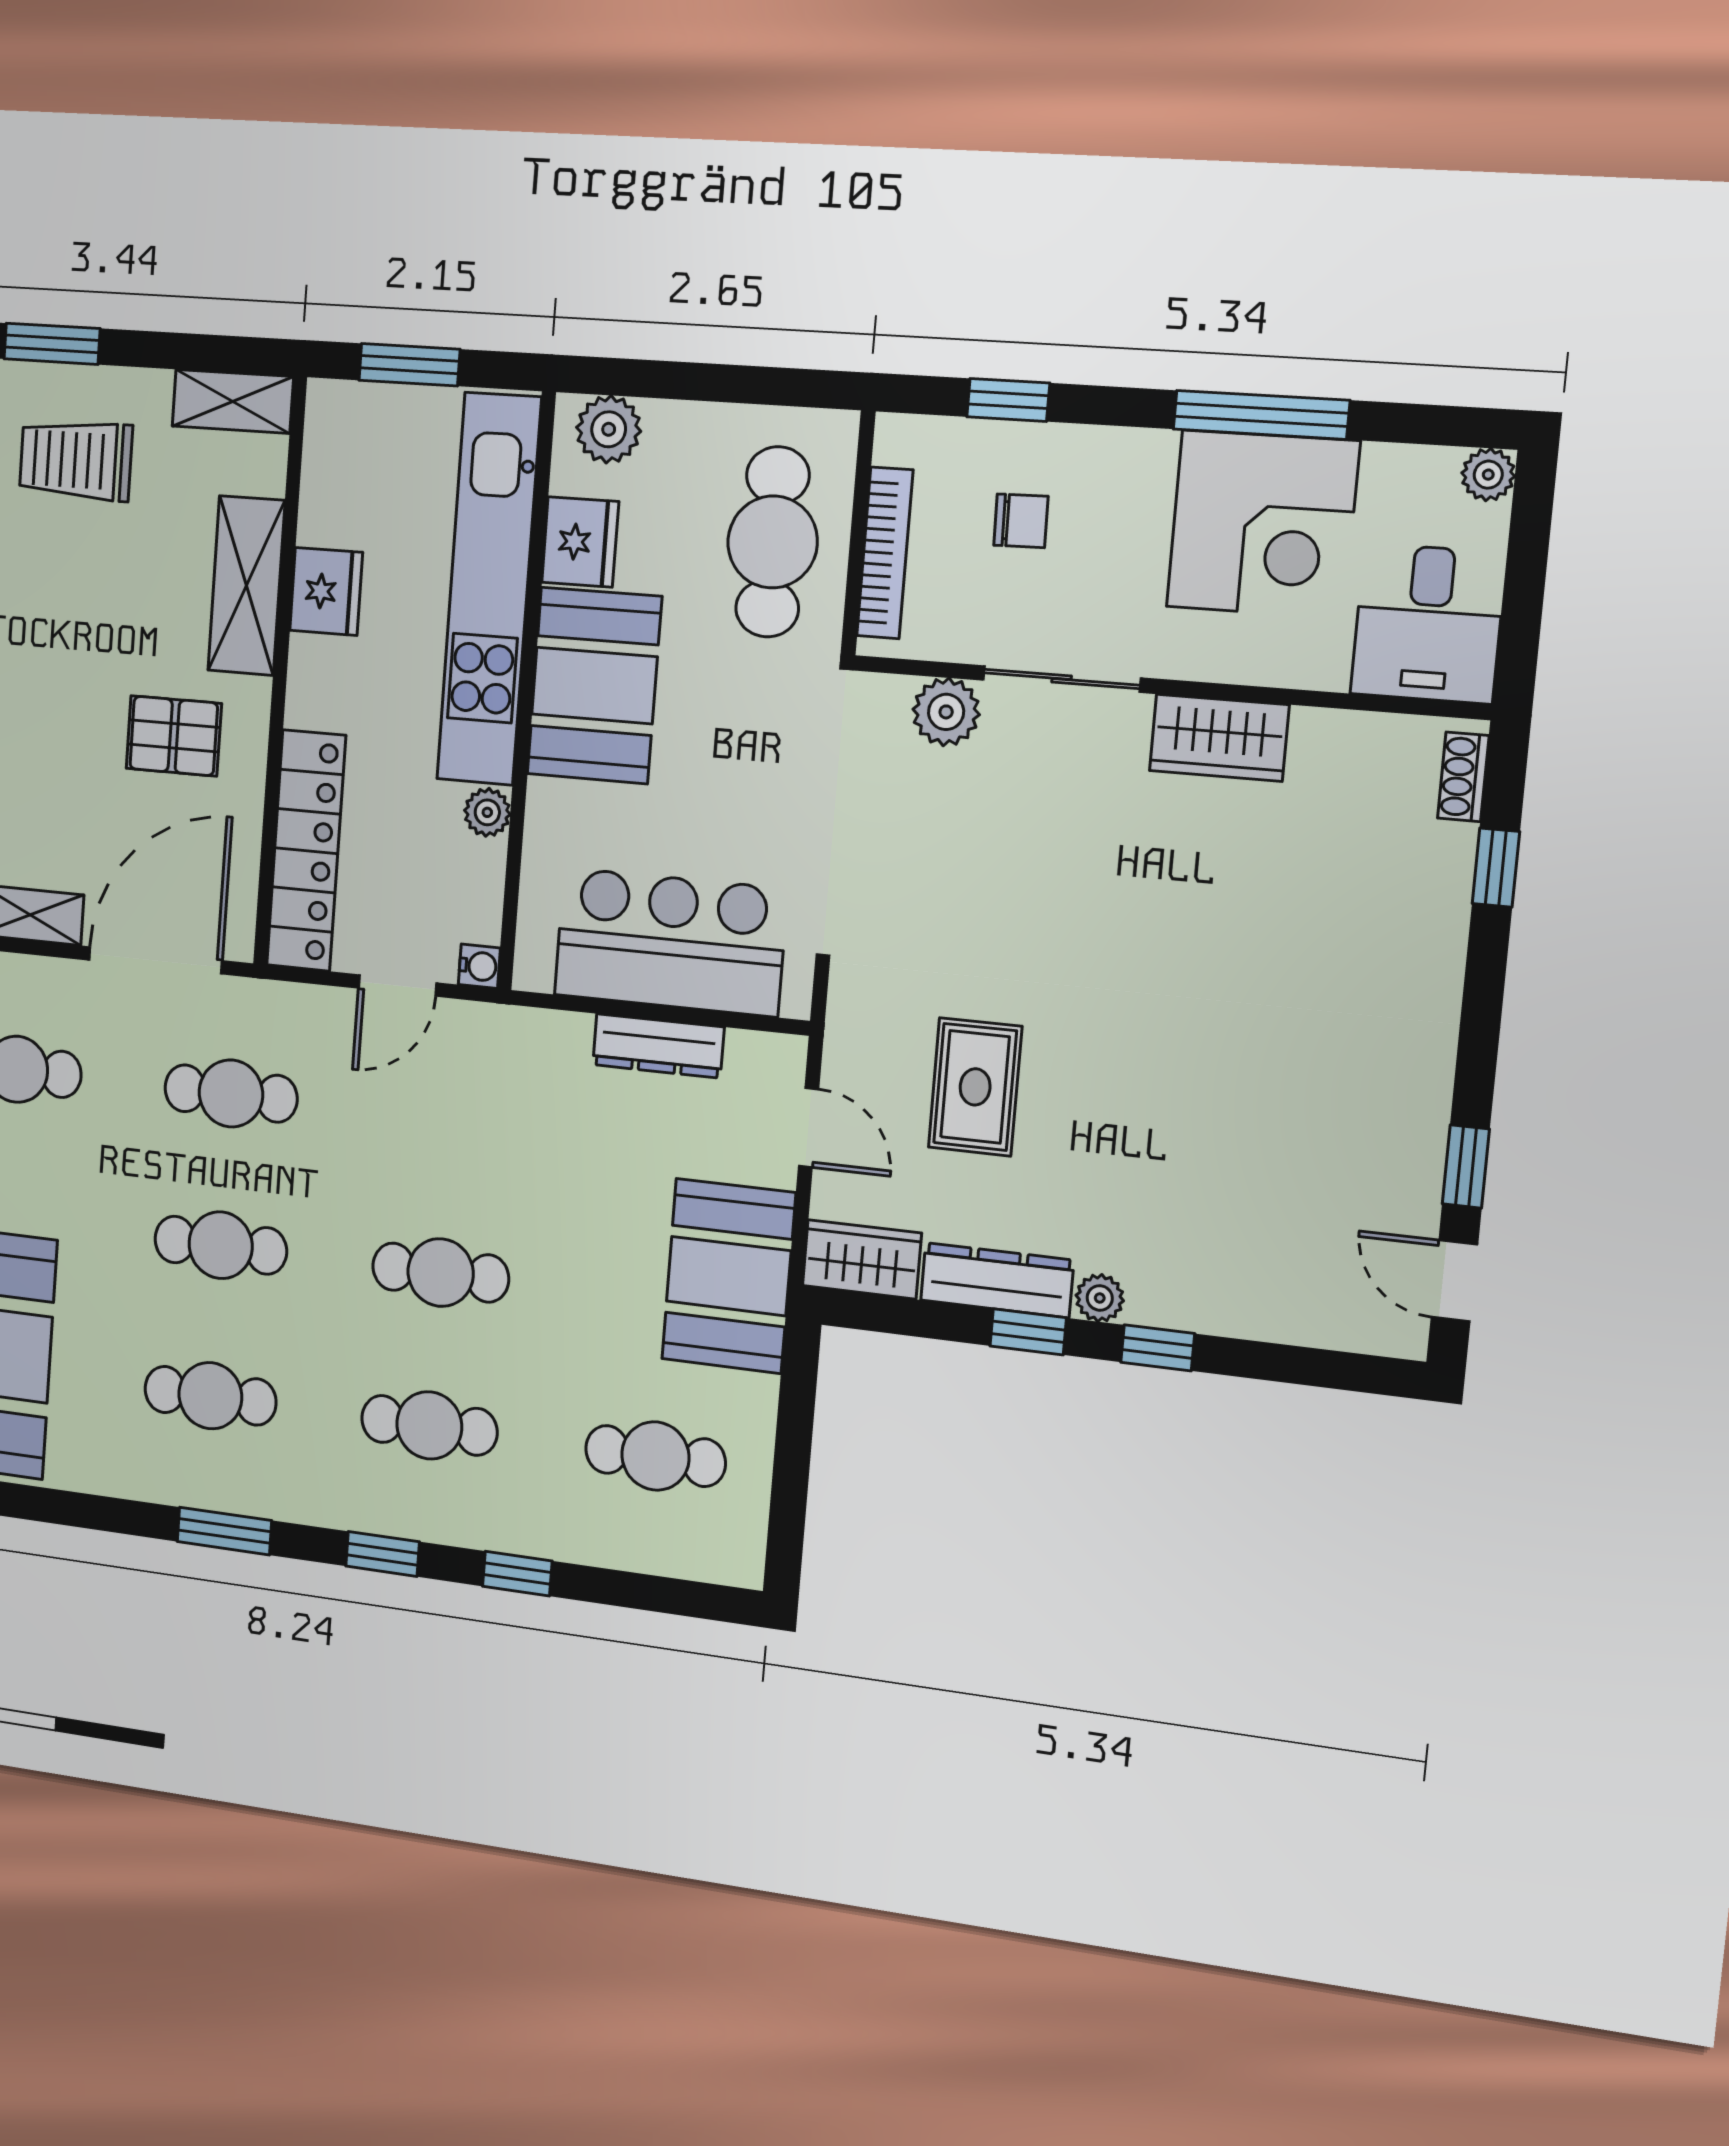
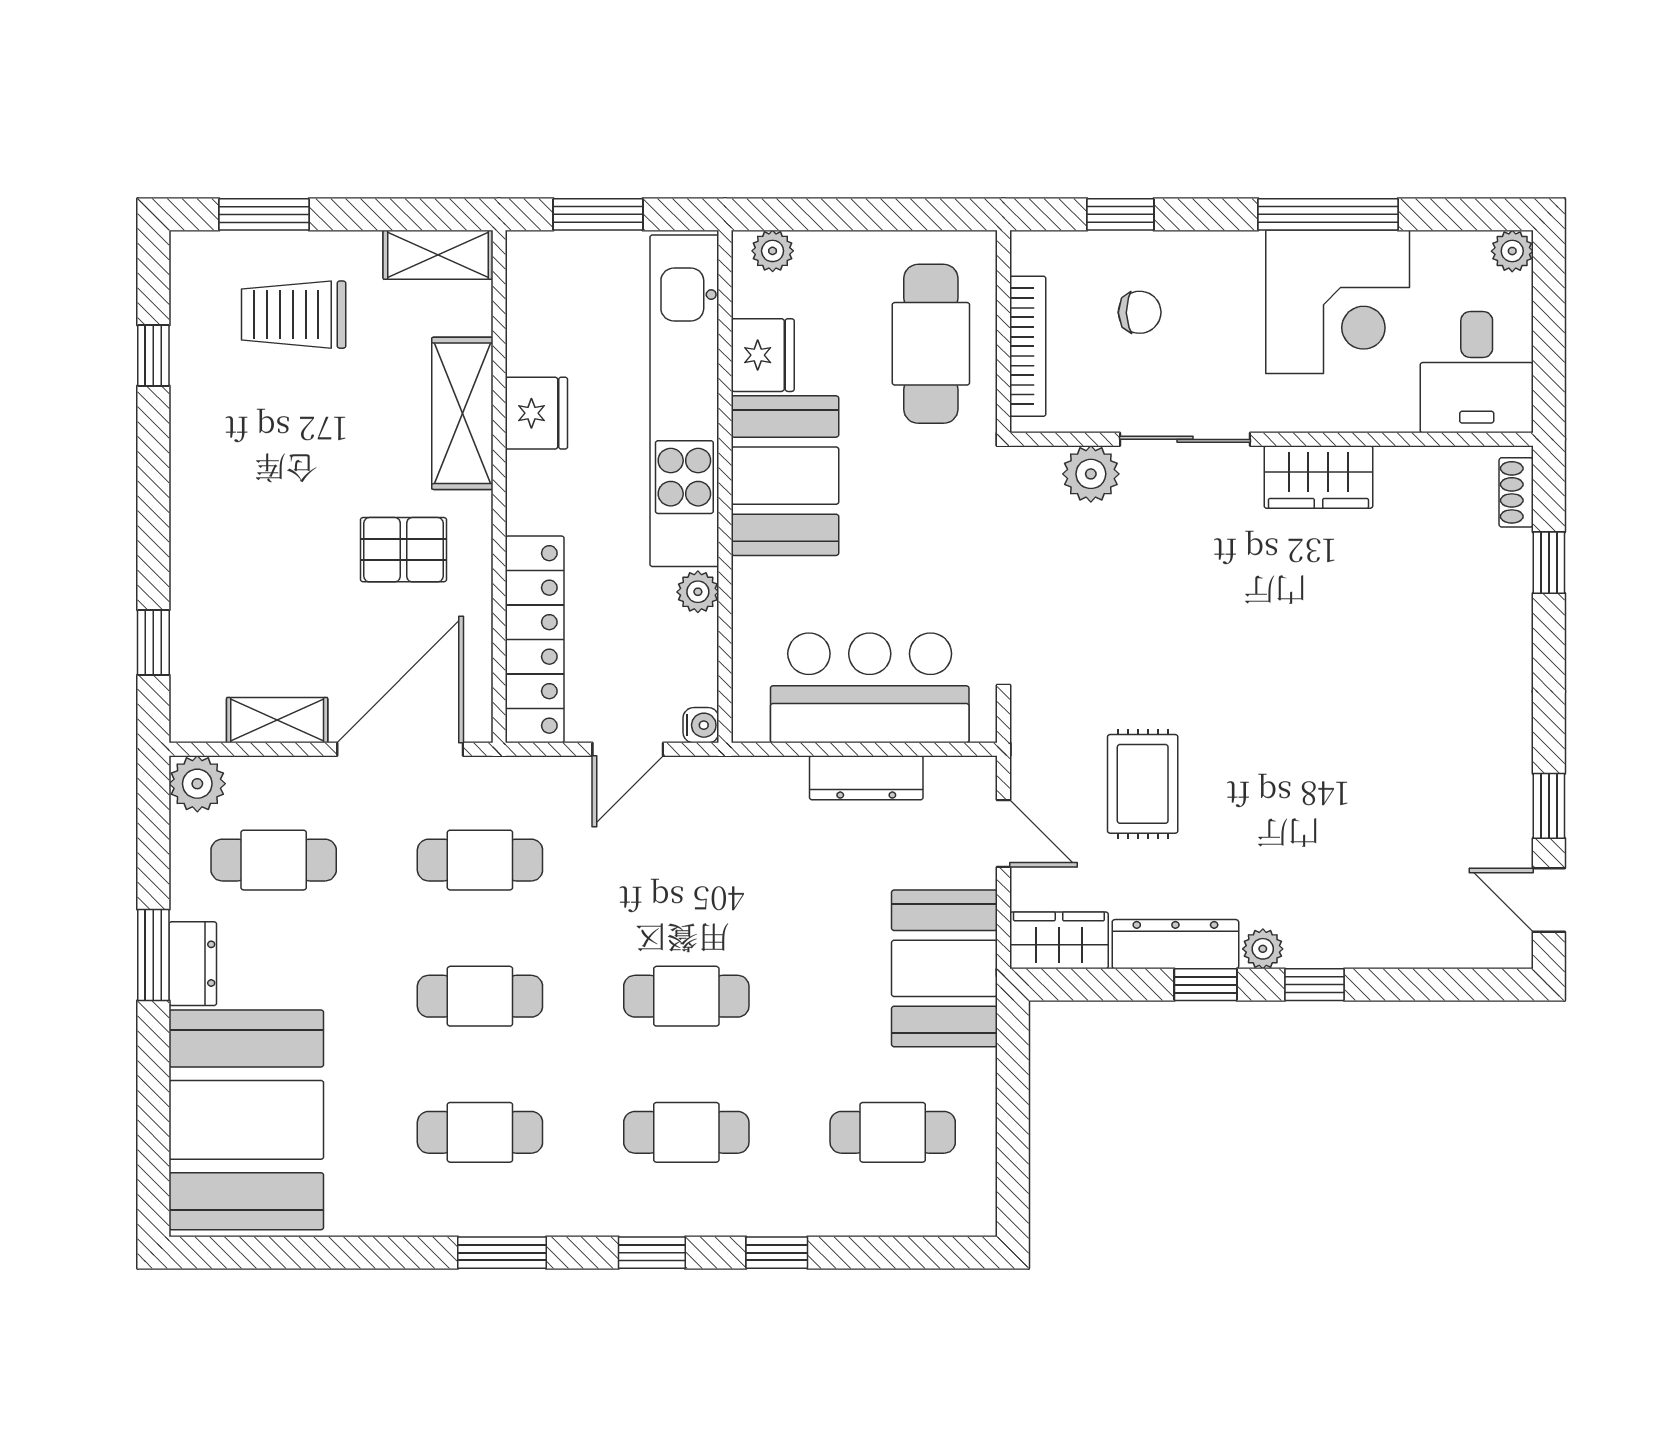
plant: (609, 429) -> (773, 251), width x0.73, depth x0.73

